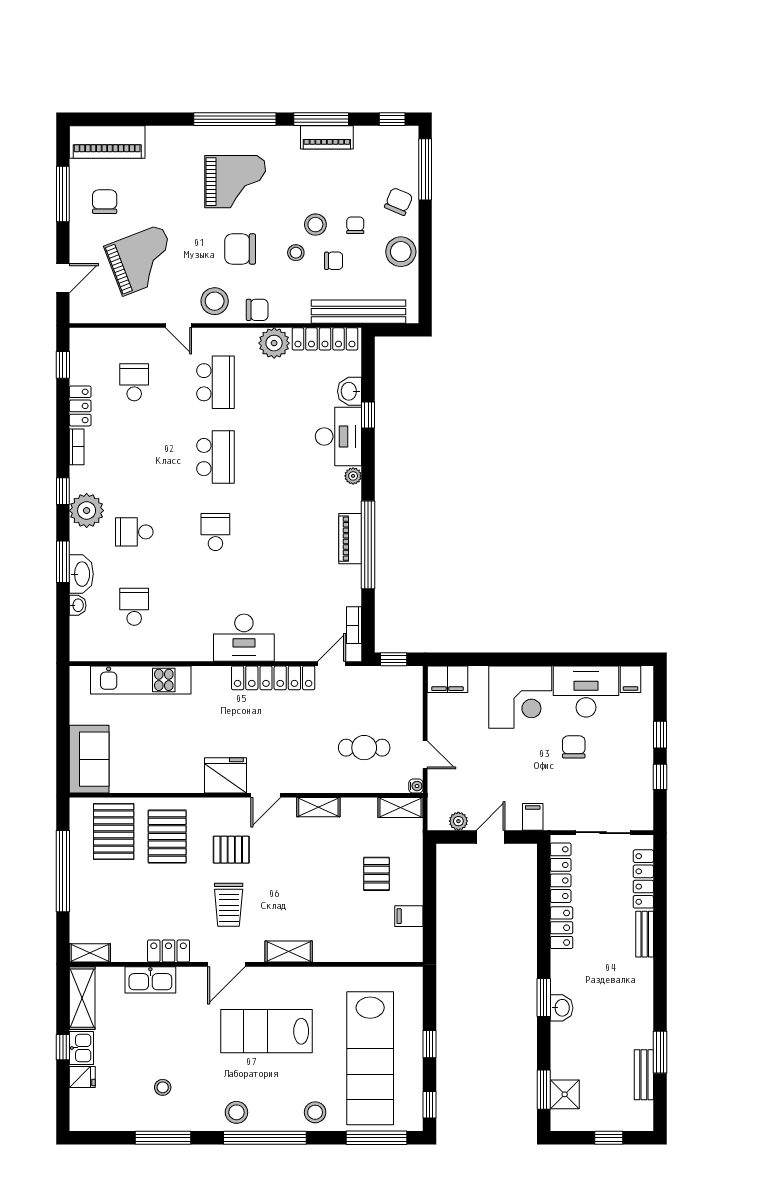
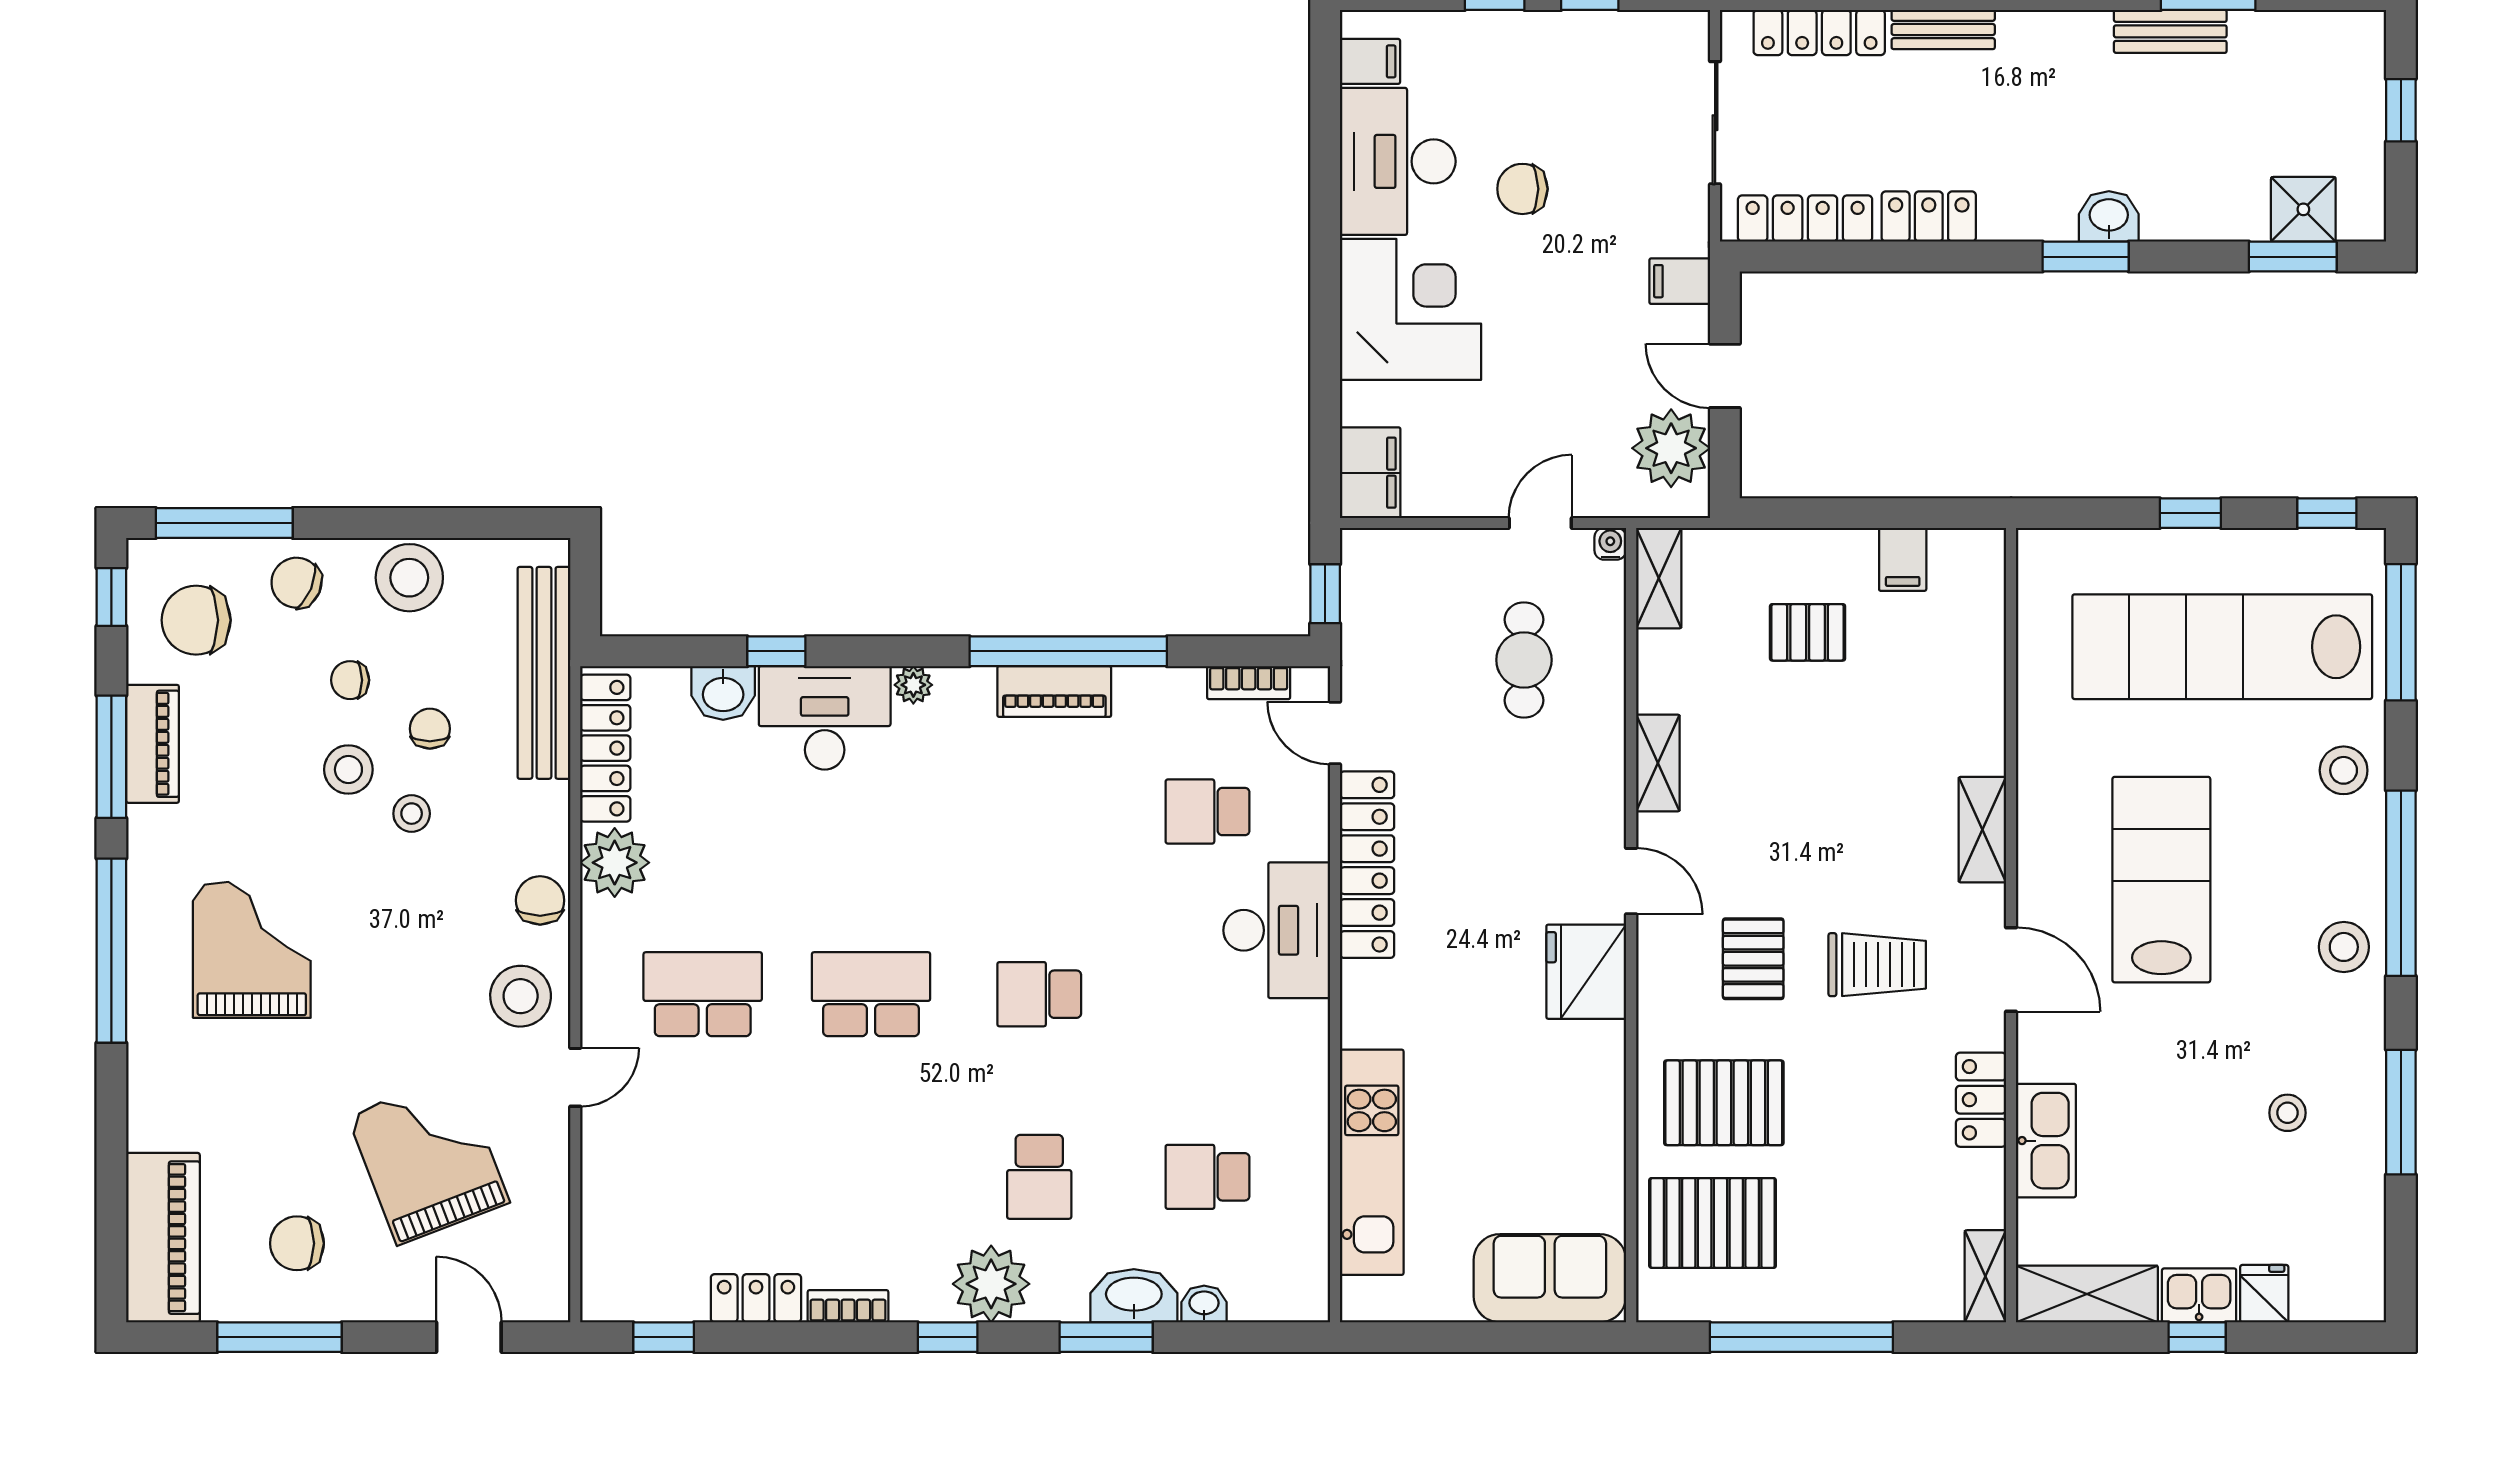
chair: (240, 249) -> (196, 620), moved, turned 90
school desk: (134, 382) -> (1208, 812), moved
plant: (458, 821) -> (1671, 448), width x1.88, depth x1.88
lab bench: (266, 1031) -> (2161, 880), turned 180
lab bench: (370, 1058) -> (2222, 647), turned 180
bench: (644, 1075) -> (2170, 31), moved

